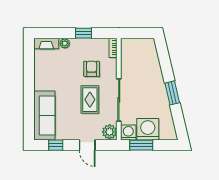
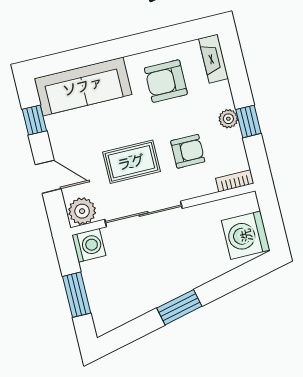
plant: (65, 43) -> (228, 119), moved
armchair: (52, 71) -> (166, 81), added
washing machine: (148, 129) -> (246, 235), moved, turned 180
door: (87, 145) -> (48, 177), swing flipped
window: (141, 145) -> (77, 295), moved

